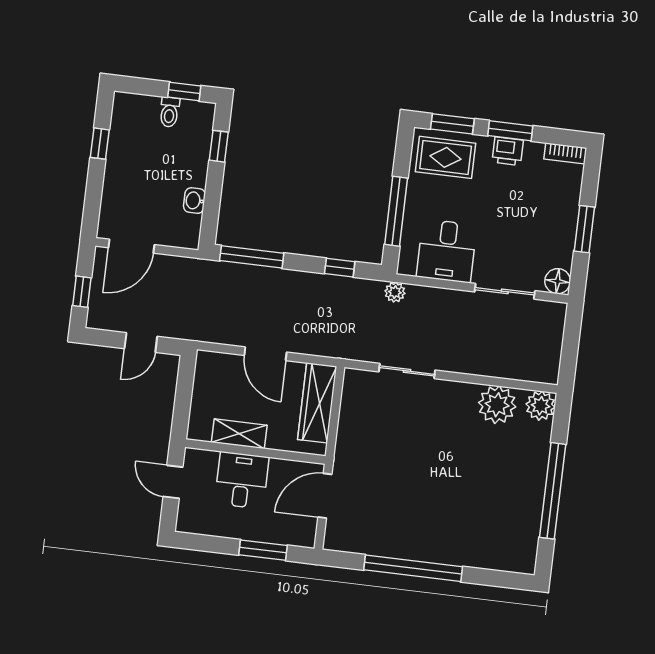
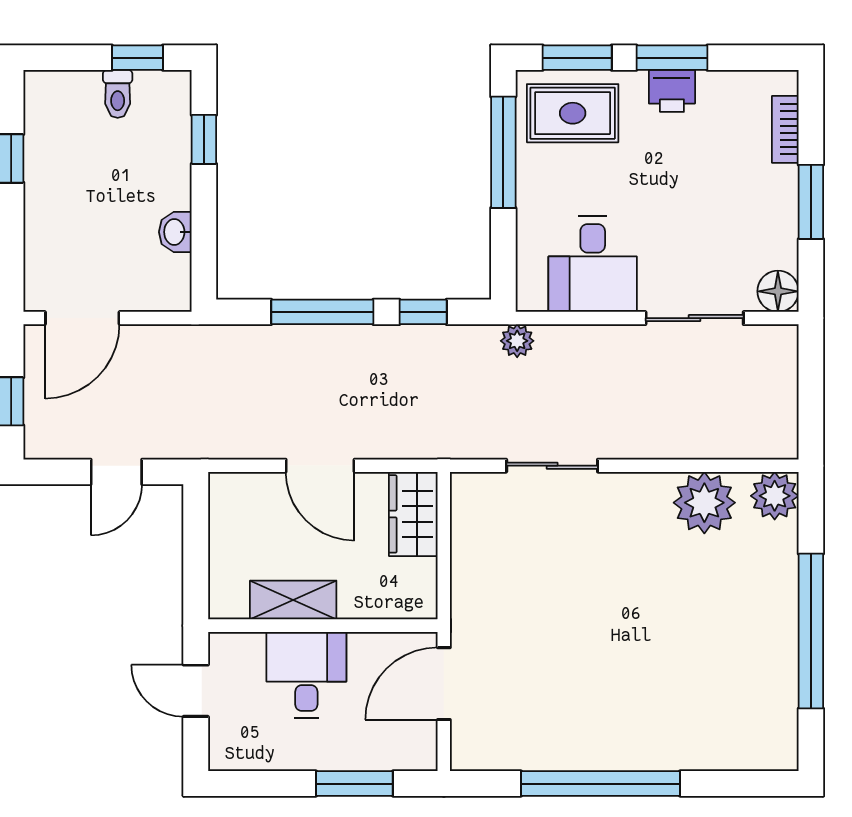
bookcase: (565, 153) -> (785, 129), moved, turned 90
window: (396, 211) -> (503, 152), moved
window: (252, 257) -> (322, 312), moved
wardrobe: (317, 403) -> (413, 514), width x0.67

